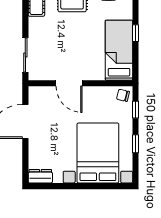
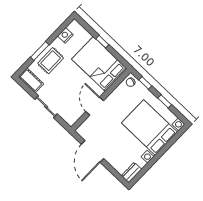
bed: (119, 50) -> (99, 64), width x1.50
sliding door: (25, 55) -> (46, 107), moved
door: (69, 83) -> (95, 106), swing flipped

